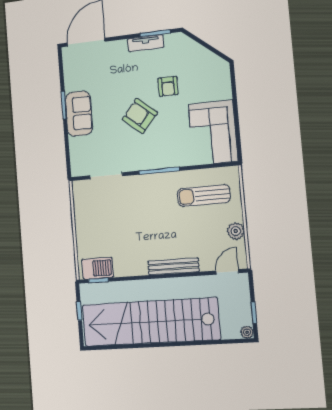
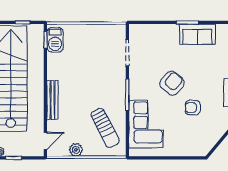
sofa: (79, 114) -> (197, 34), moved
corner sofa: (213, 133) -> (146, 124), moved, turned 90
sun lounger: (204, 196) -> (105, 128), turned 153
door: (227, 272) -> (45, 141), hinge flipped

